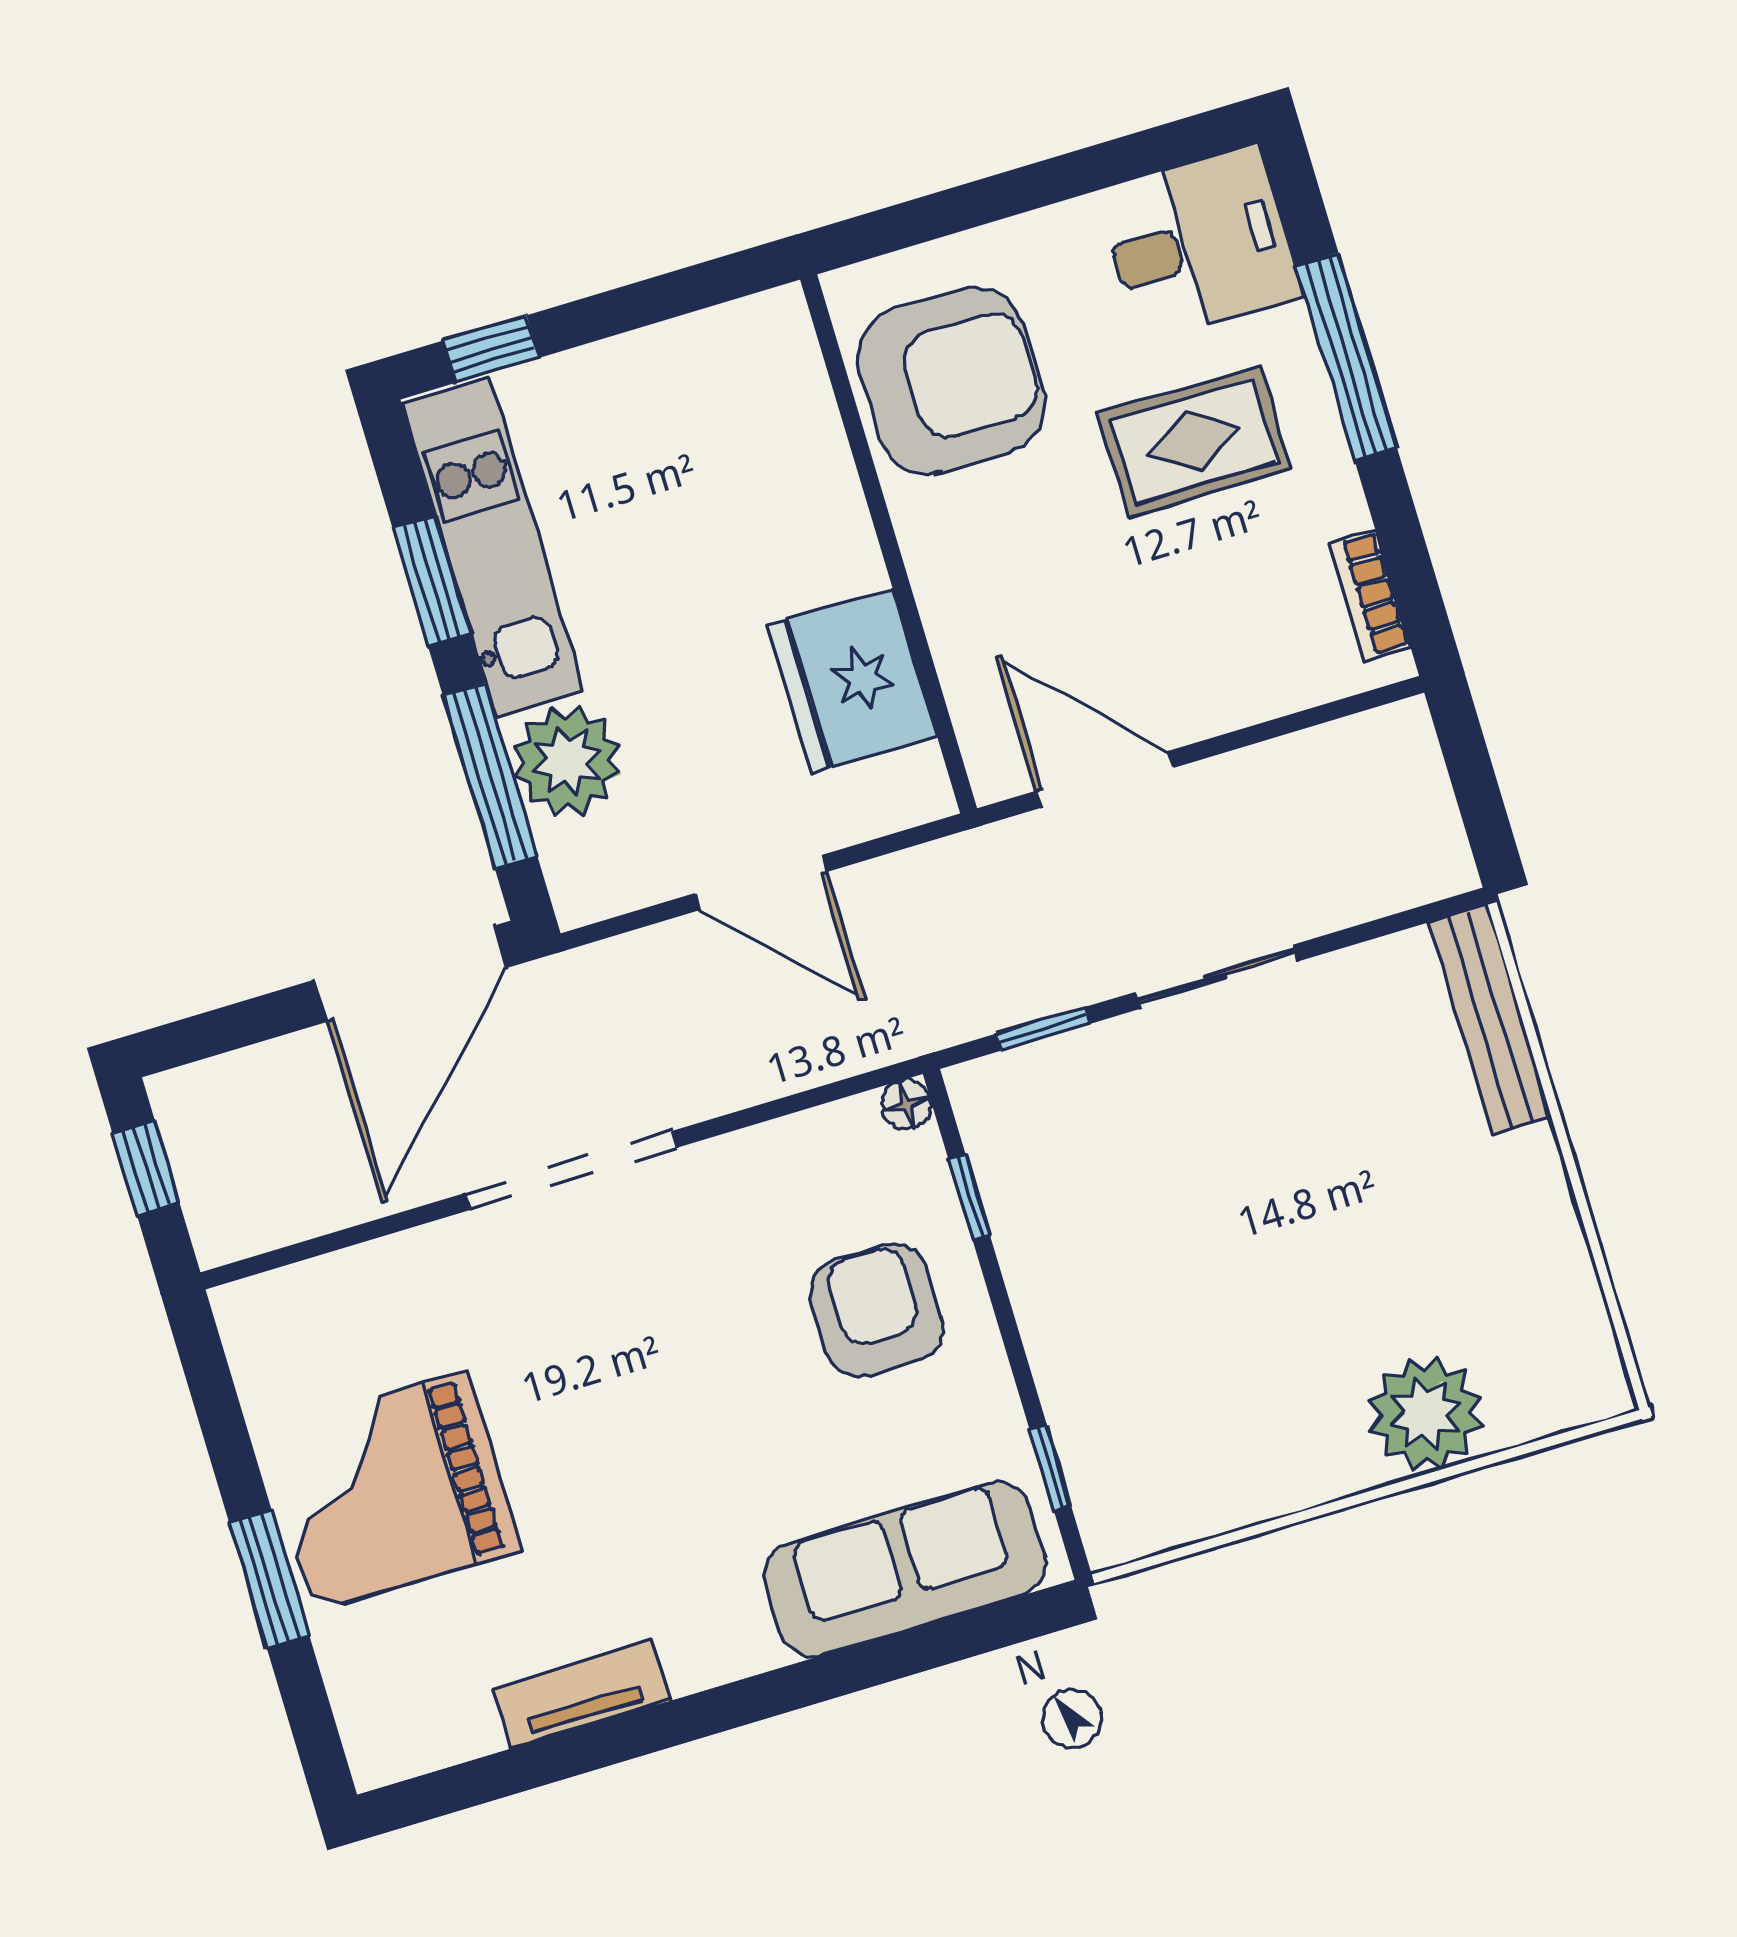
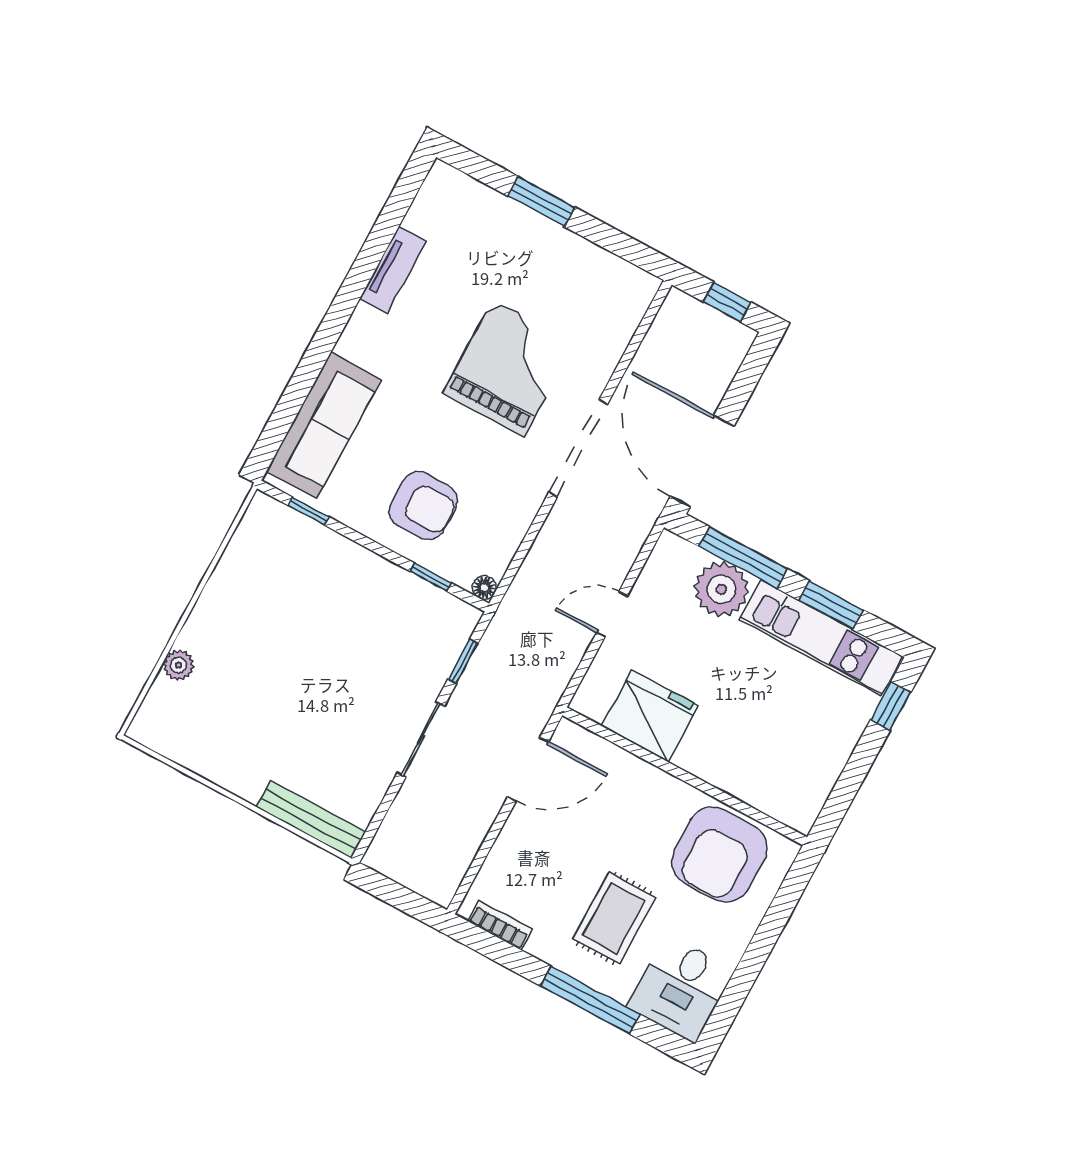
door: (761, 883) -> (612, 614), width x0.73
plant: (1425, 1414) -> (179, 665), width x0.53, depth x0.53
grand piano: (390, 1491) -> (509, 368), moved

